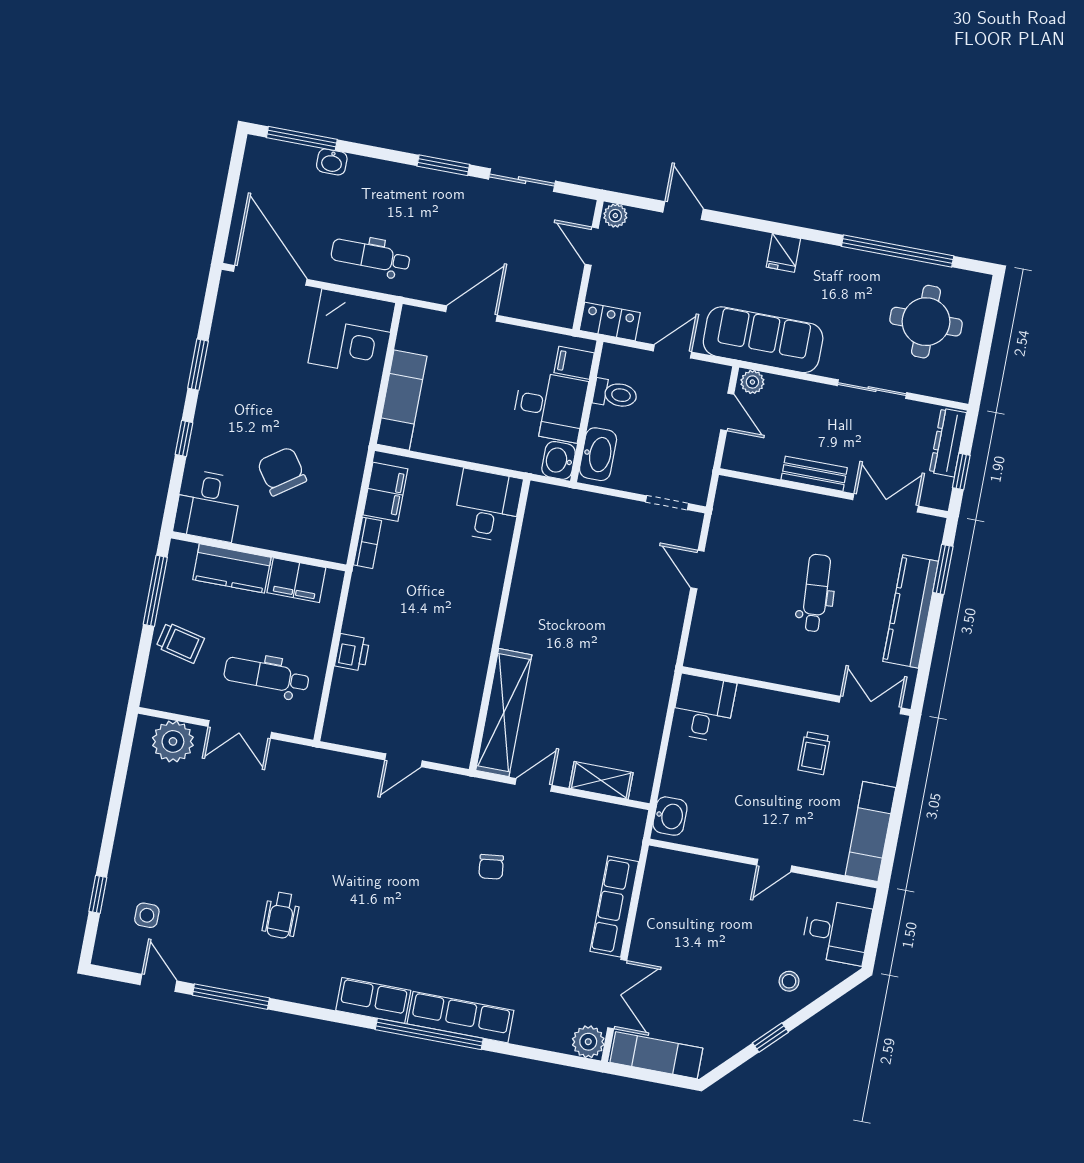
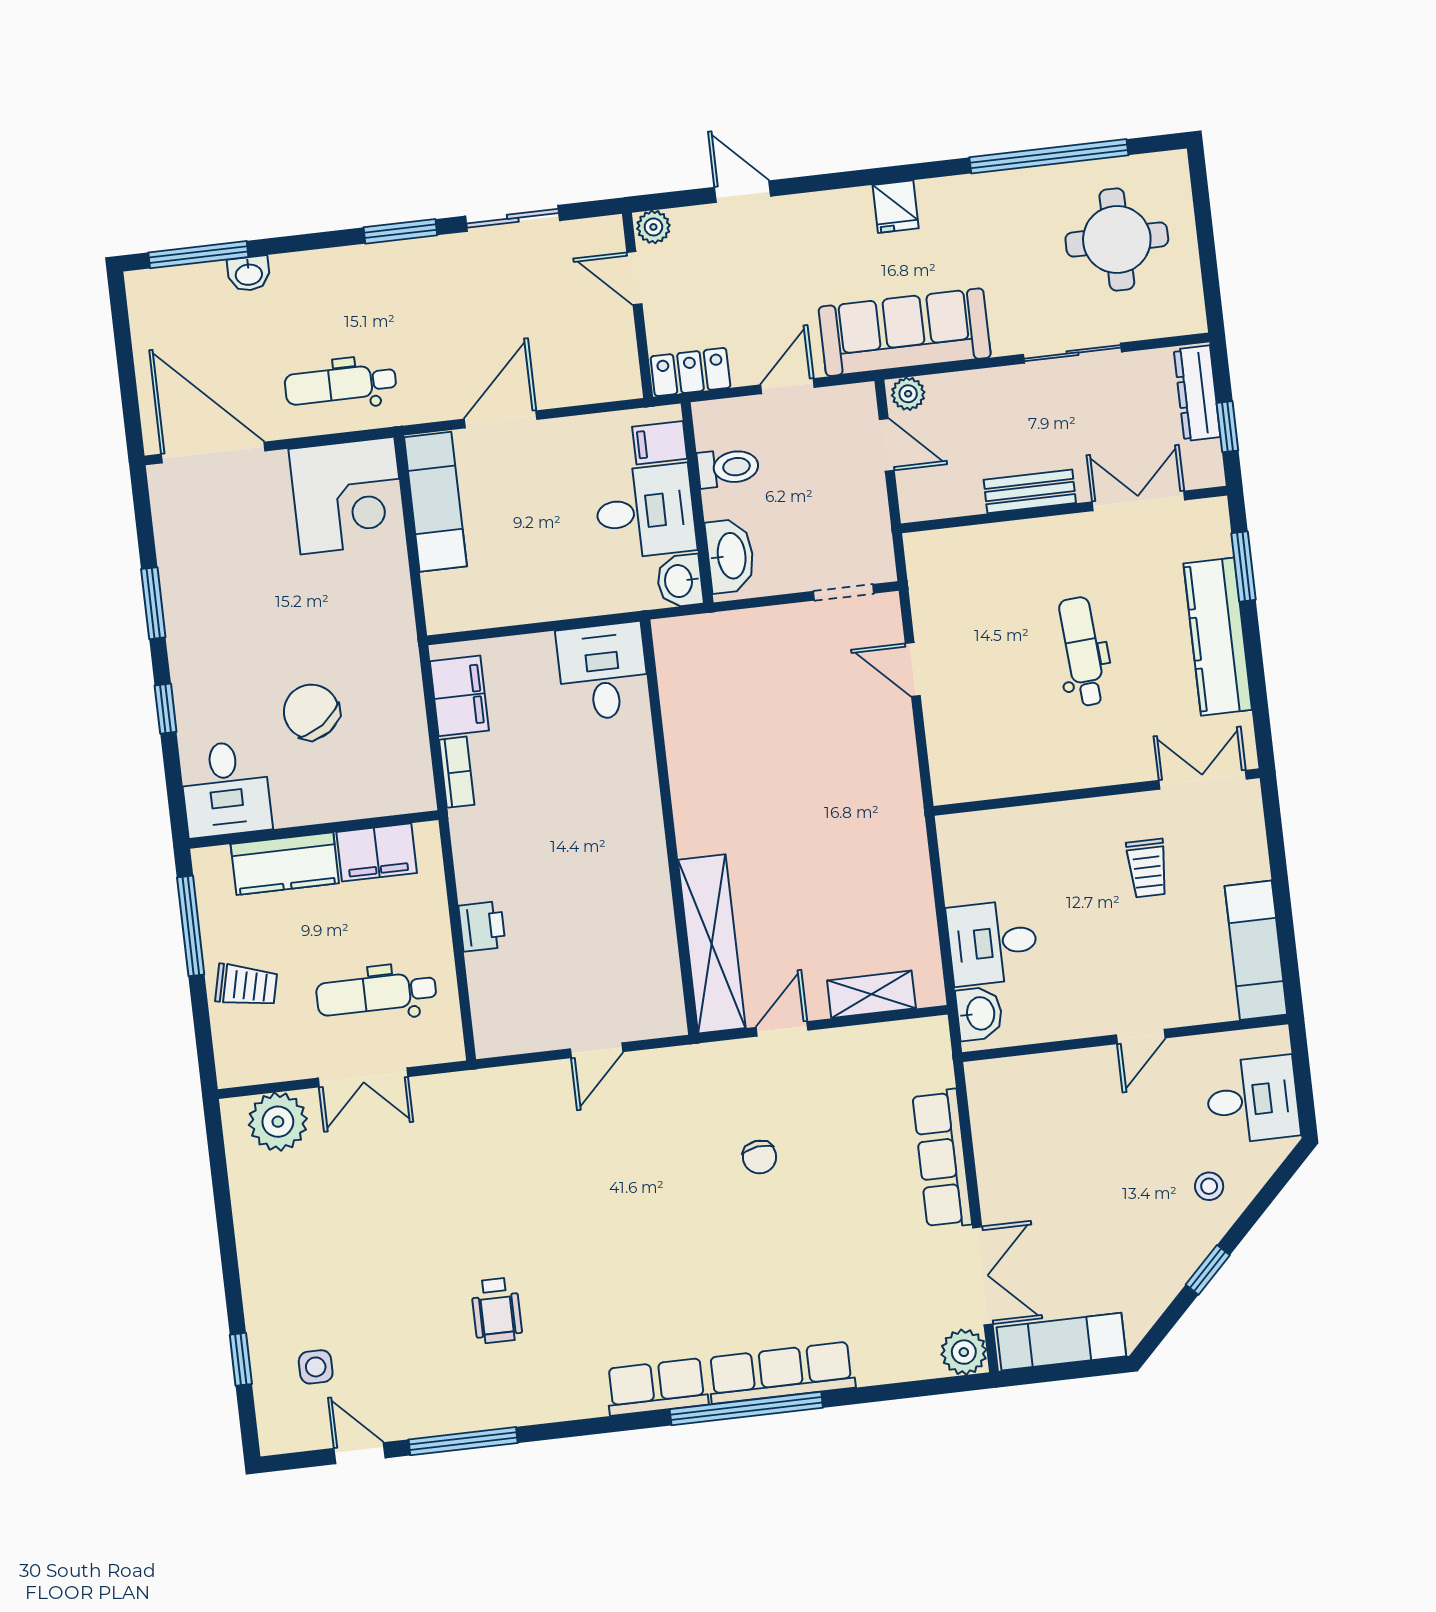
exam couch: (402, 400) -> (435, 502), moved
desk: (704, 708) -> (993, 943), moved, turned -90

